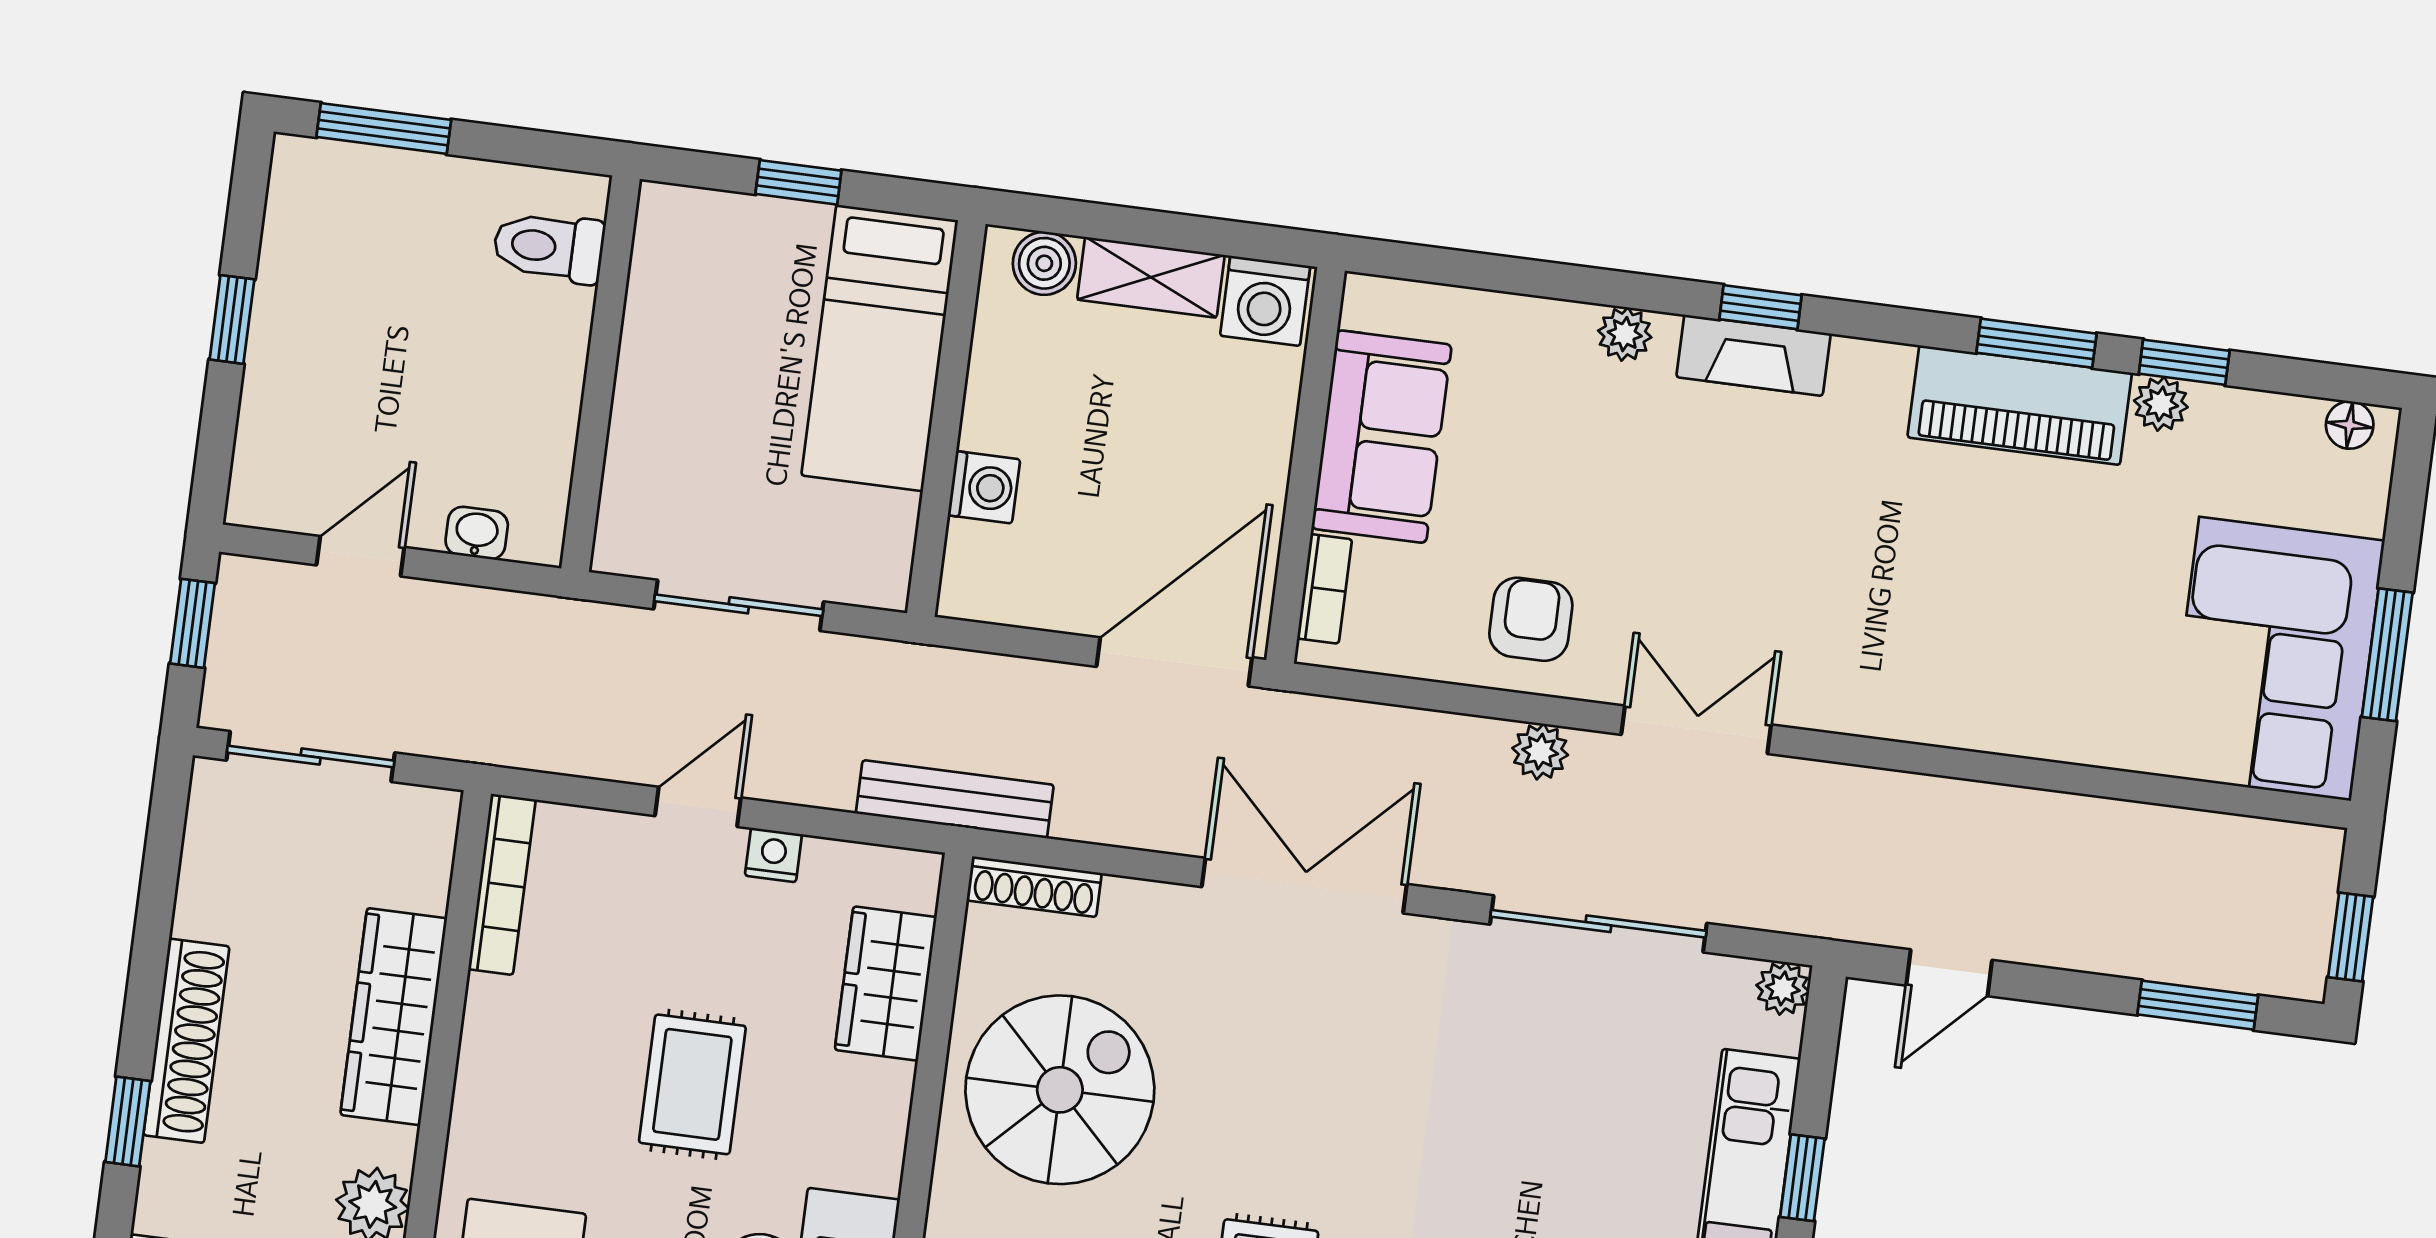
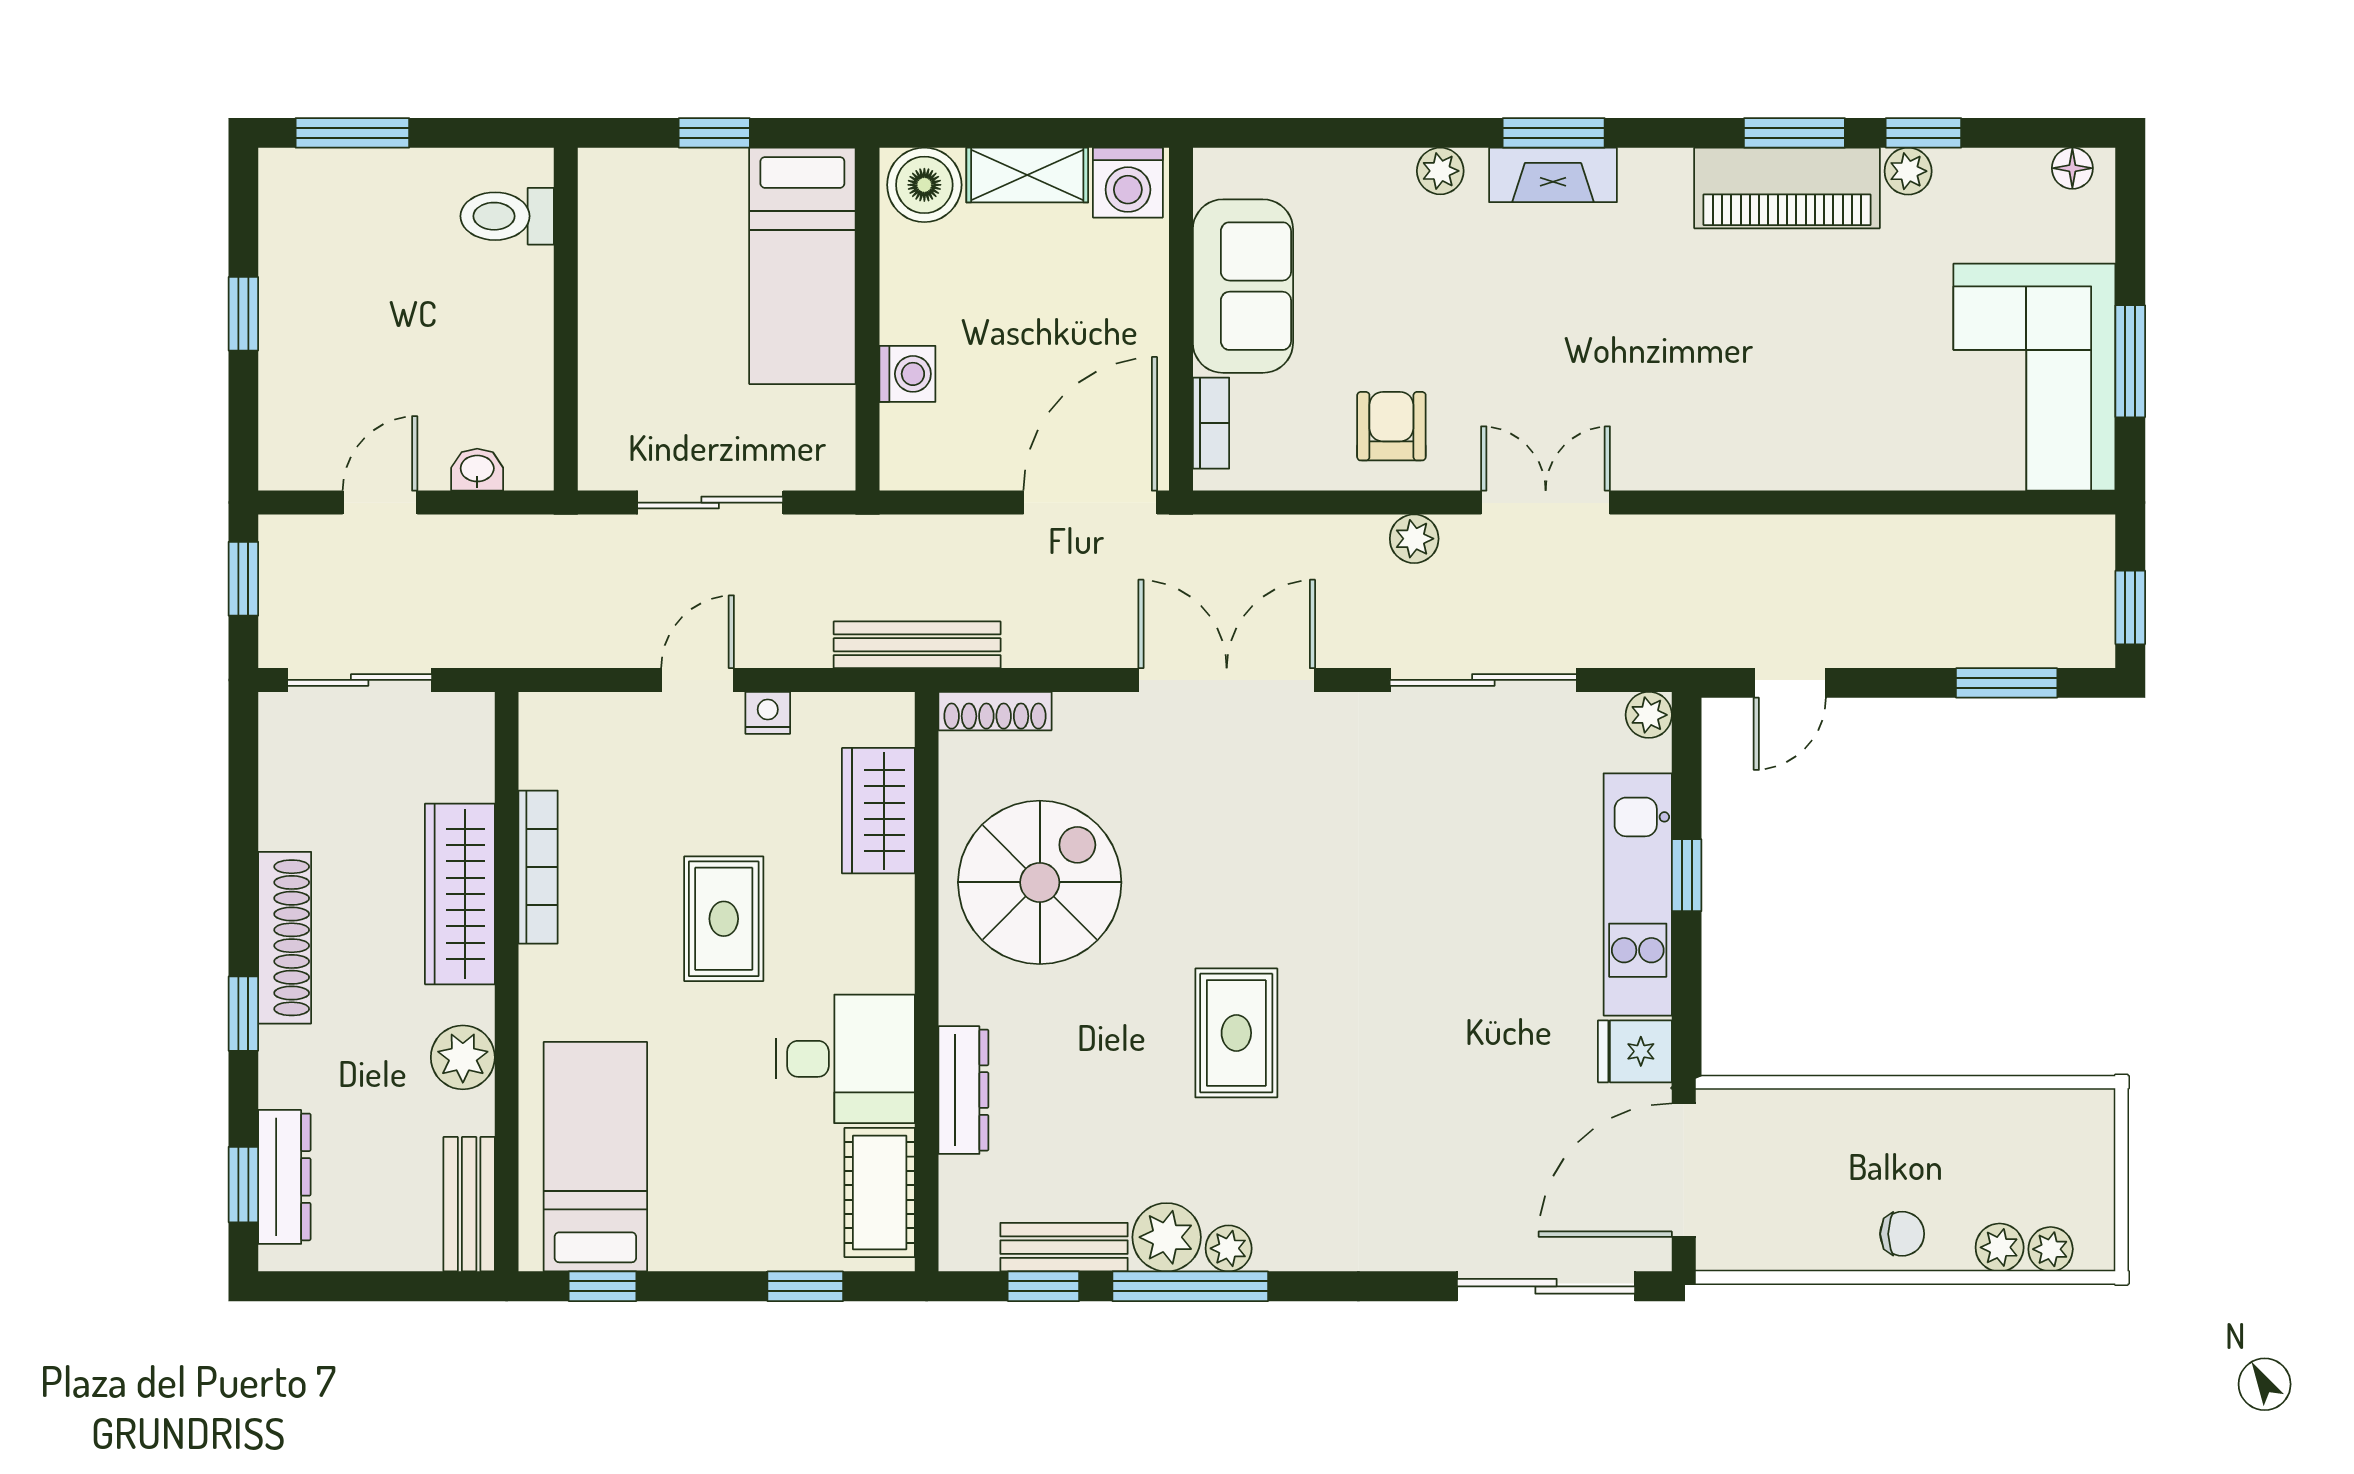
boiler: (1044, 263) -> (924, 185), width x1.36, depth x1.36
window: (1760, 307) -> (1554, 133), width x1.50
bookcase: (502, 884) -> (538, 867), moved

